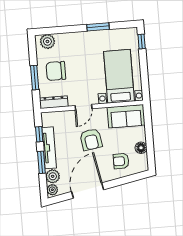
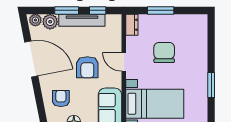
plant: (47, 41) -> (199, 28), removed
chair: (56, 71) -> (164, 53), moved
dresser: (54, 102) -> (132, 25), width x0.70
armchair: (91, 140) -> (87, 67), turned -81

